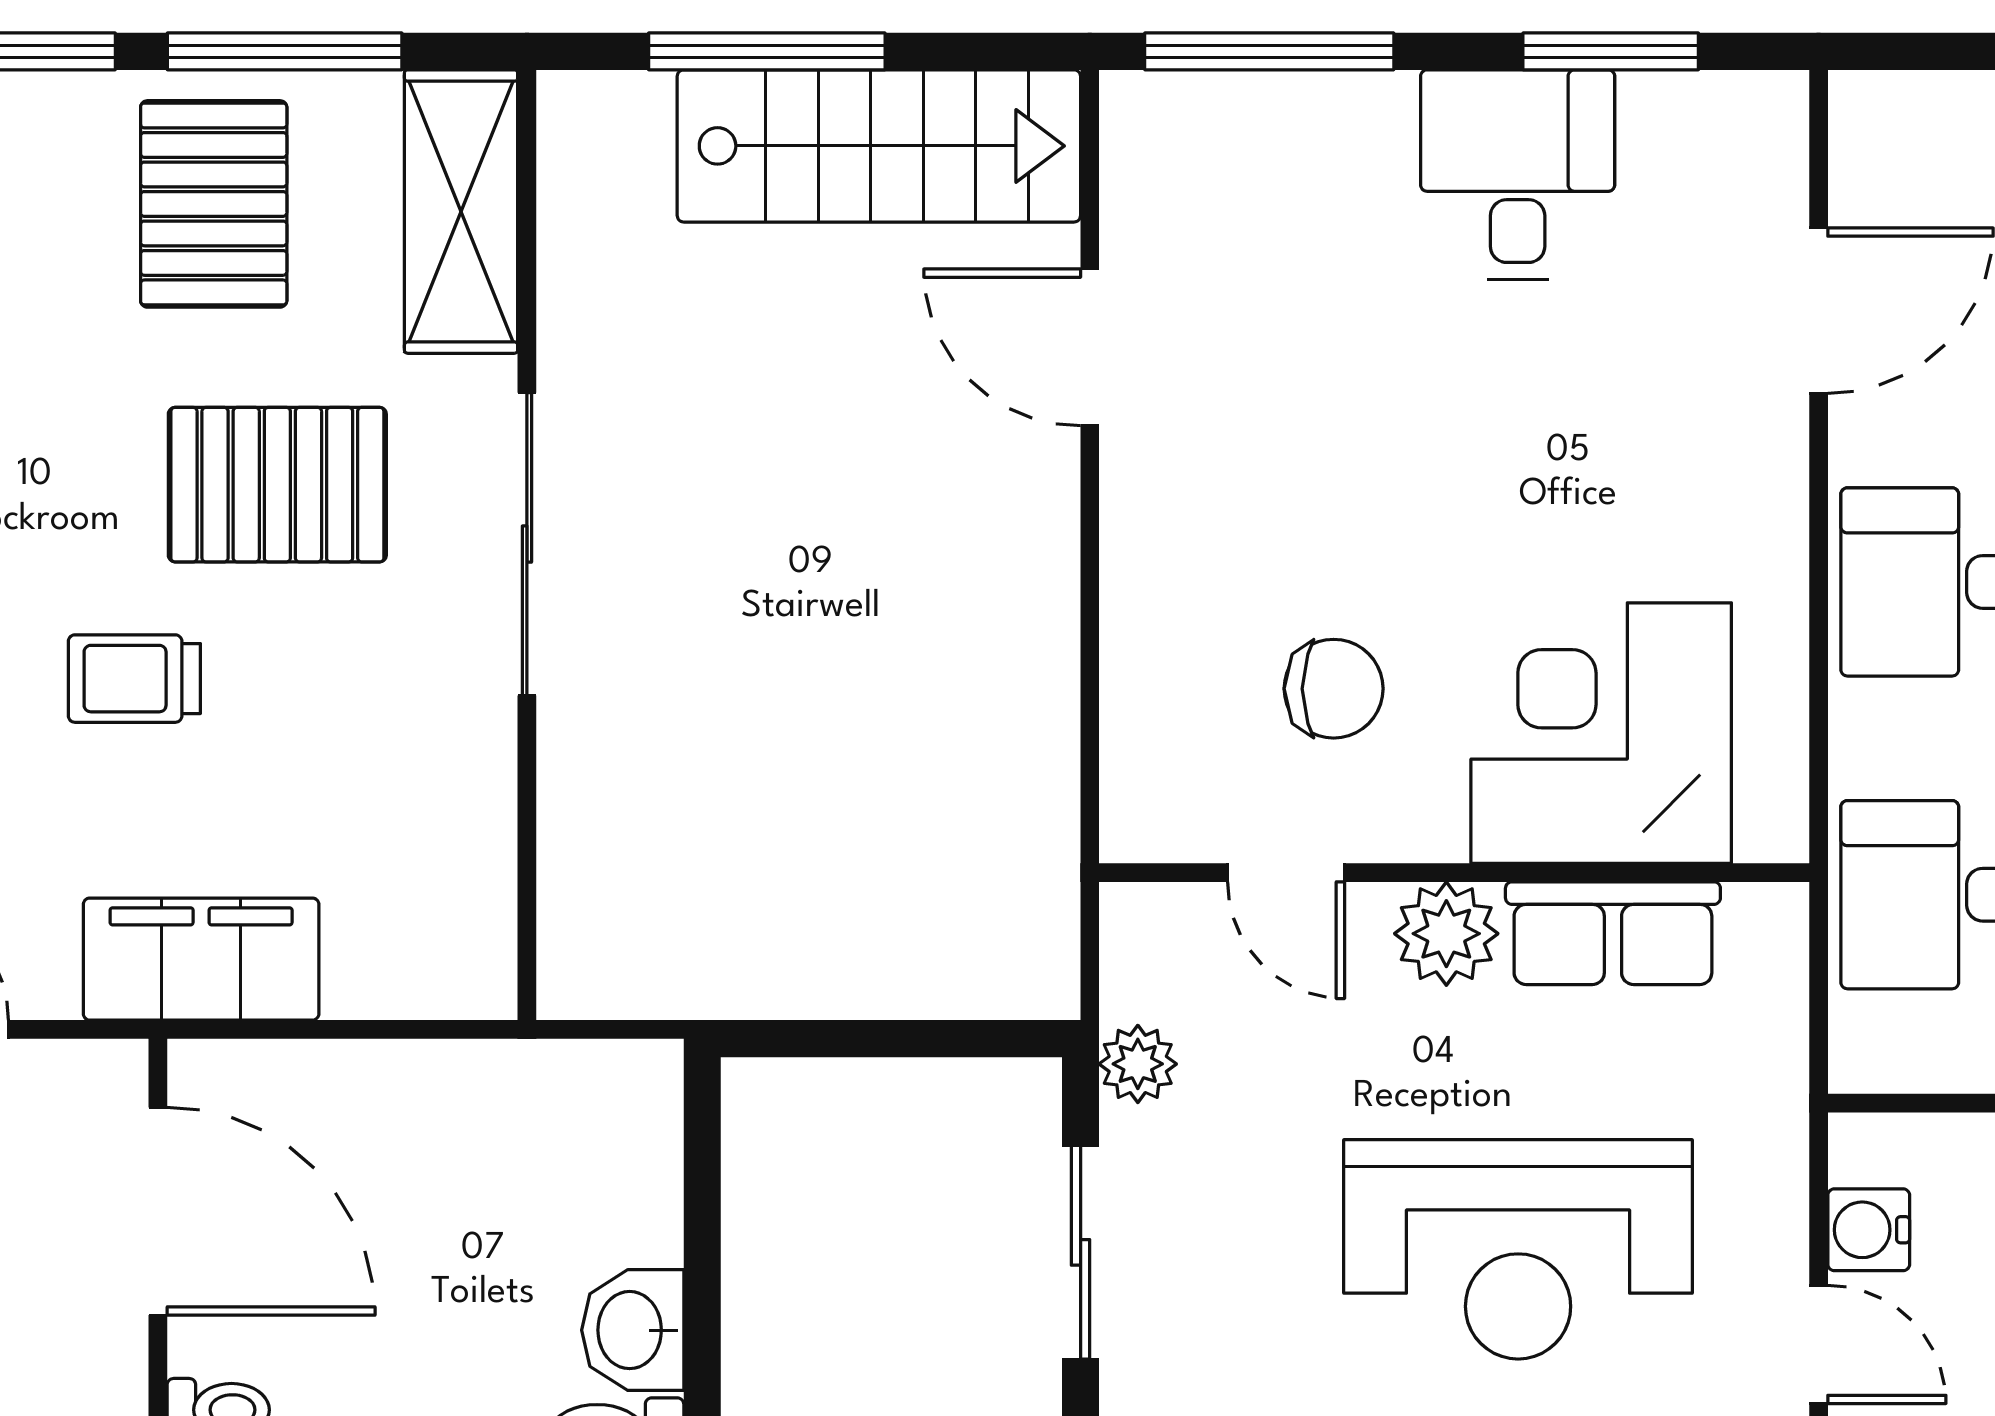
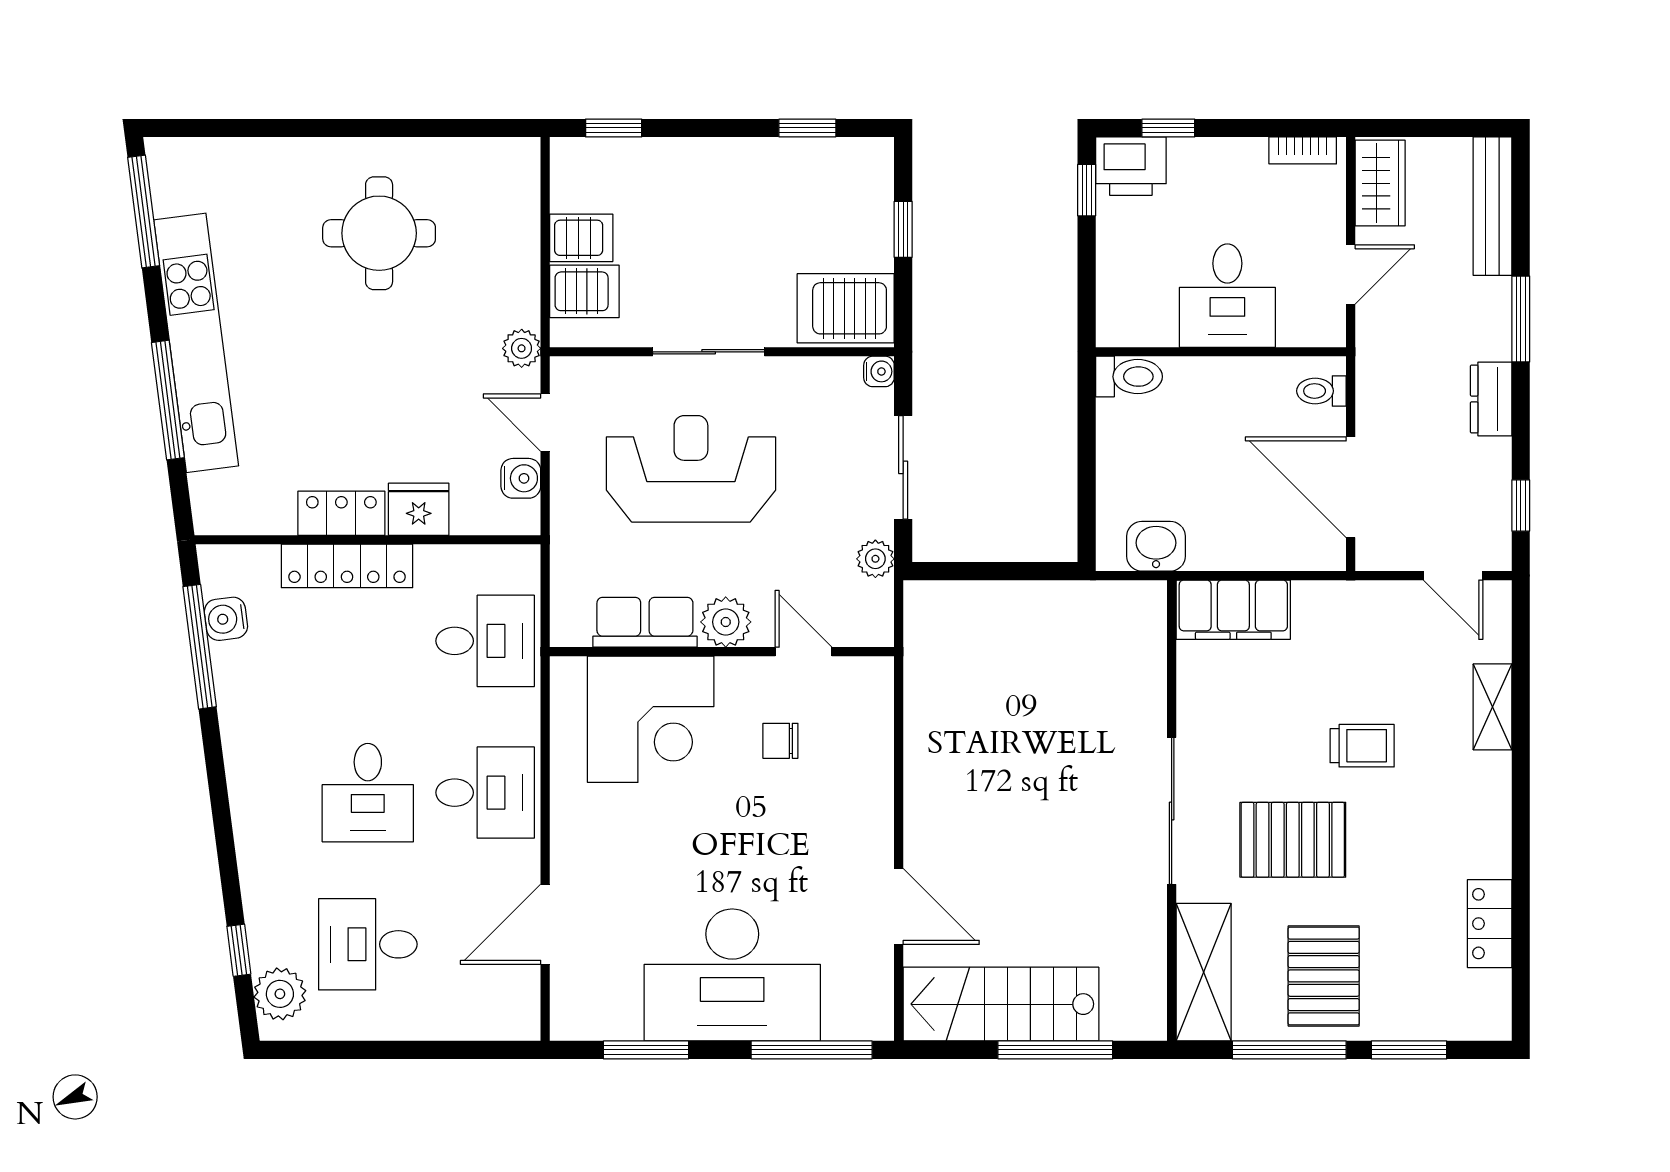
desk: (1518, 175) -> (732, 975), width x1.87, depth x1.30
chair: (1334, 689) -> (780, 741), width x0.73, depth x0.73
filing cabinet: (201, 959) -> (1233, 610), moved
washbasin: (633, 1330) -> (1156, 546), moved, turned -90

